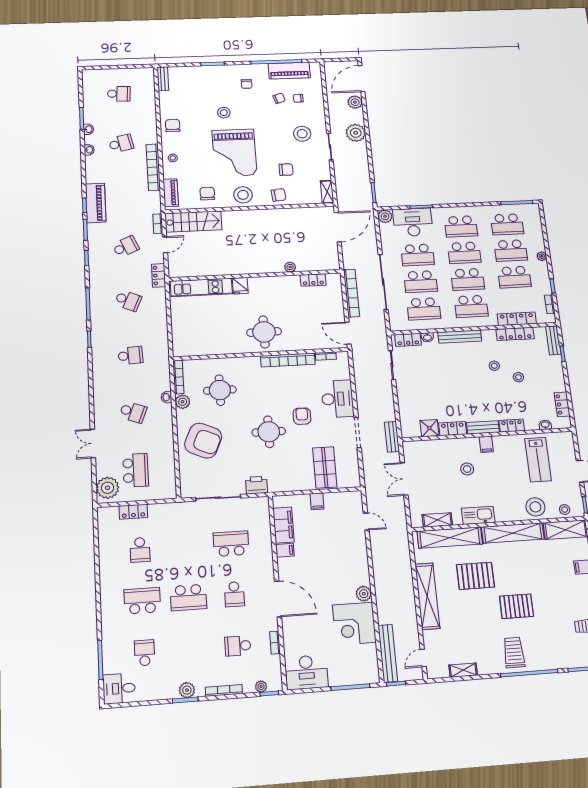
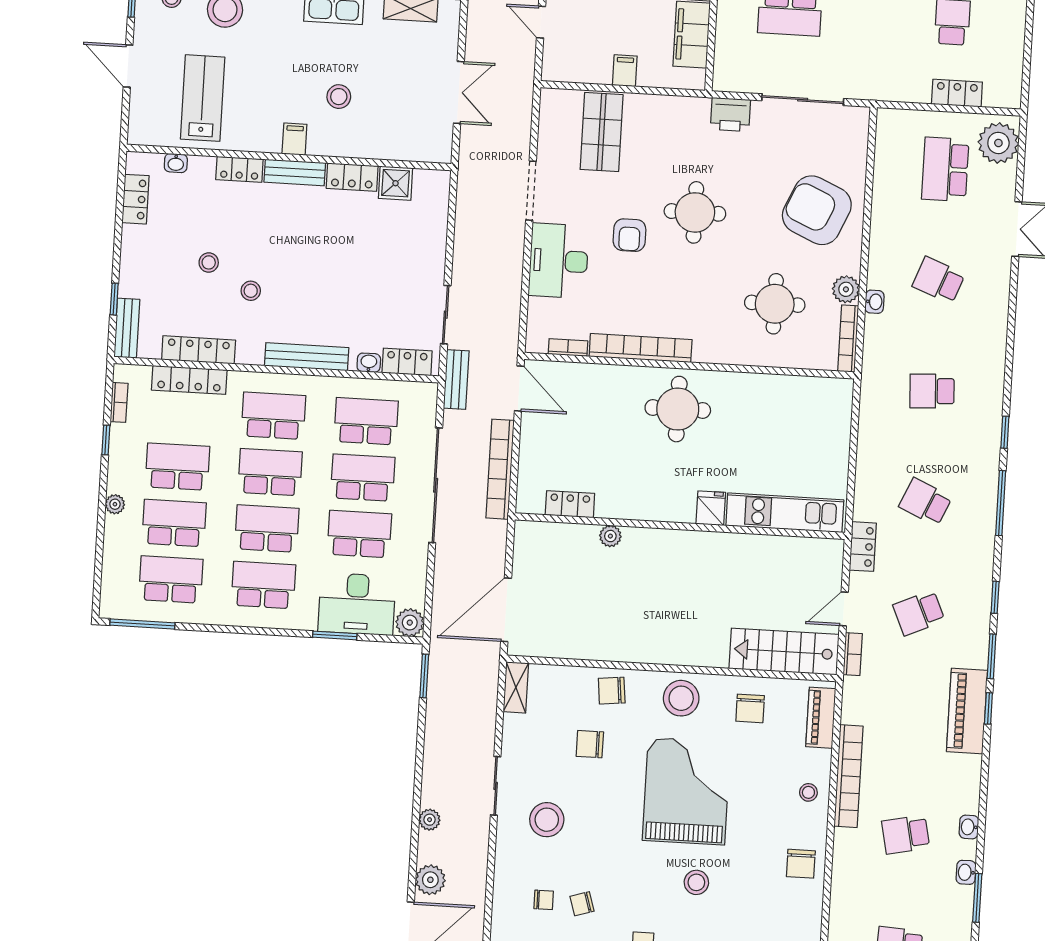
plant: (356, 133) -> (430, 820), width x0.53, depth x0.53
bench: (392, 437) -> (456, 380), moved

